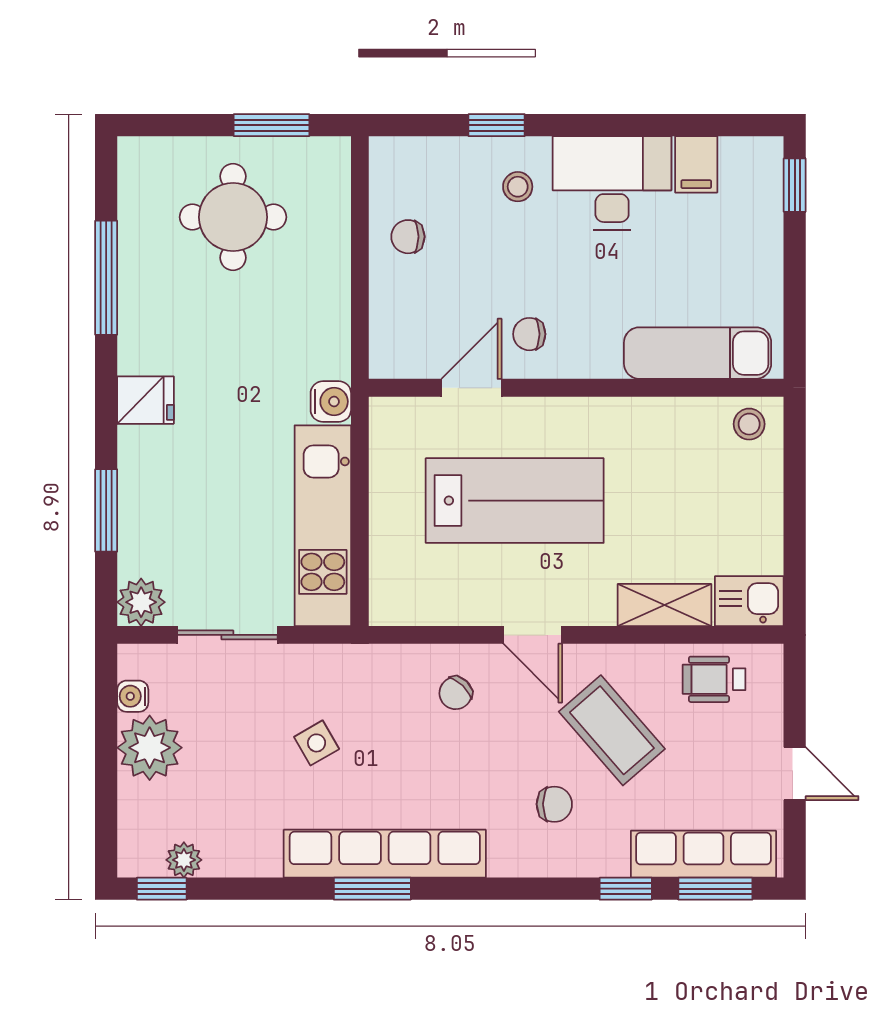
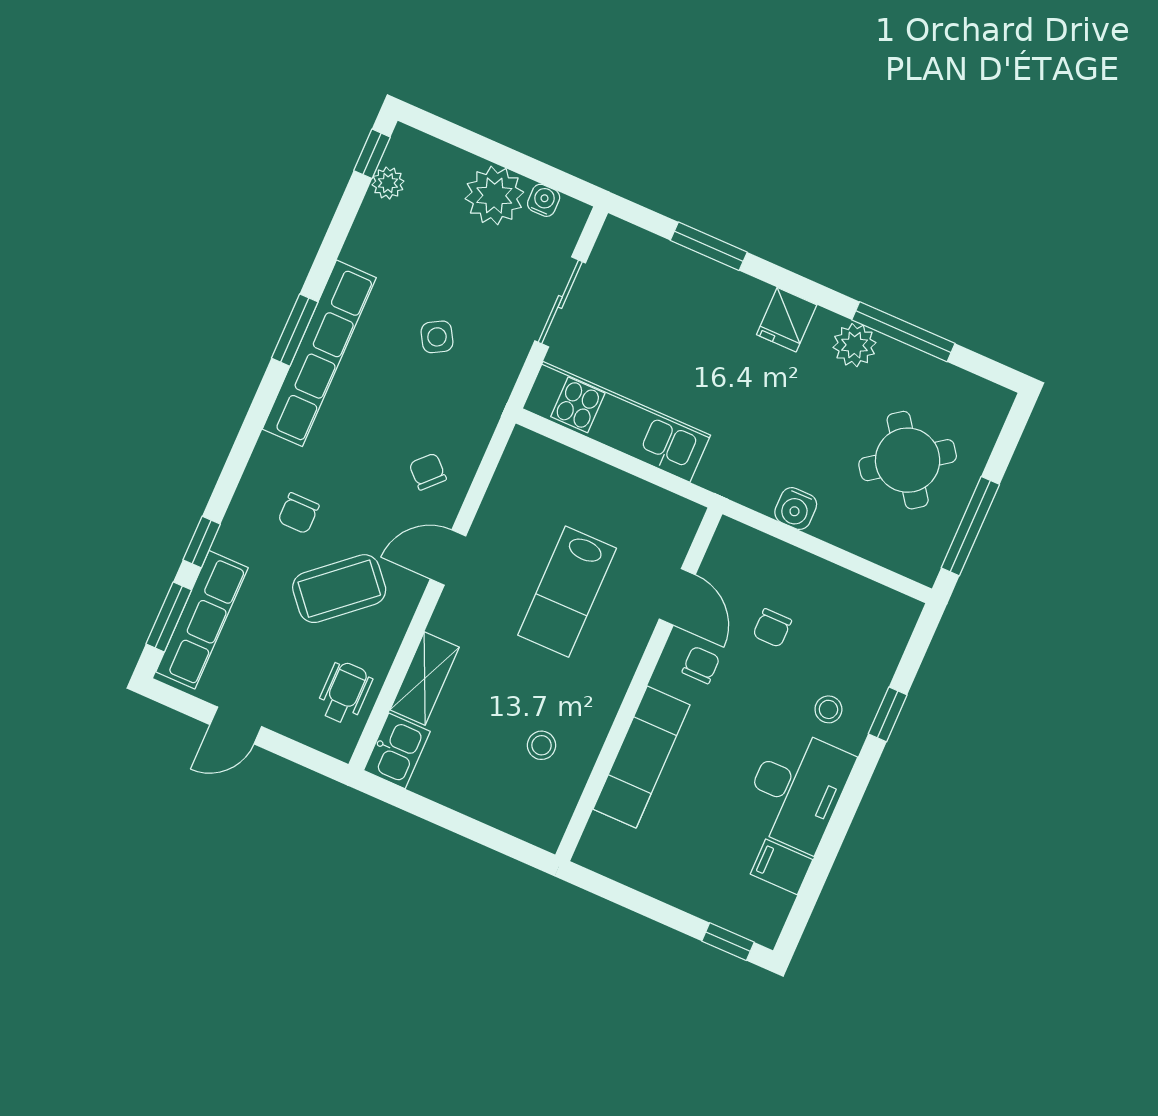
window: (272, 125) -> (970, 526), width x1.44
round table: (233, 217) -> (908, 460), turned -36
chair: (408, 237) -> (772, 628), moved, turned 180
exam couch: (698, 353) -> (642, 757), moved
water cooler: (331, 402) -> (796, 509), moved
stool: (749, 424) -> (541, 745), moved
lab bench: (515, 501) -> (567, 592), width x0.73, depth x0.72
plant: (141, 602) -> (855, 345), moved

